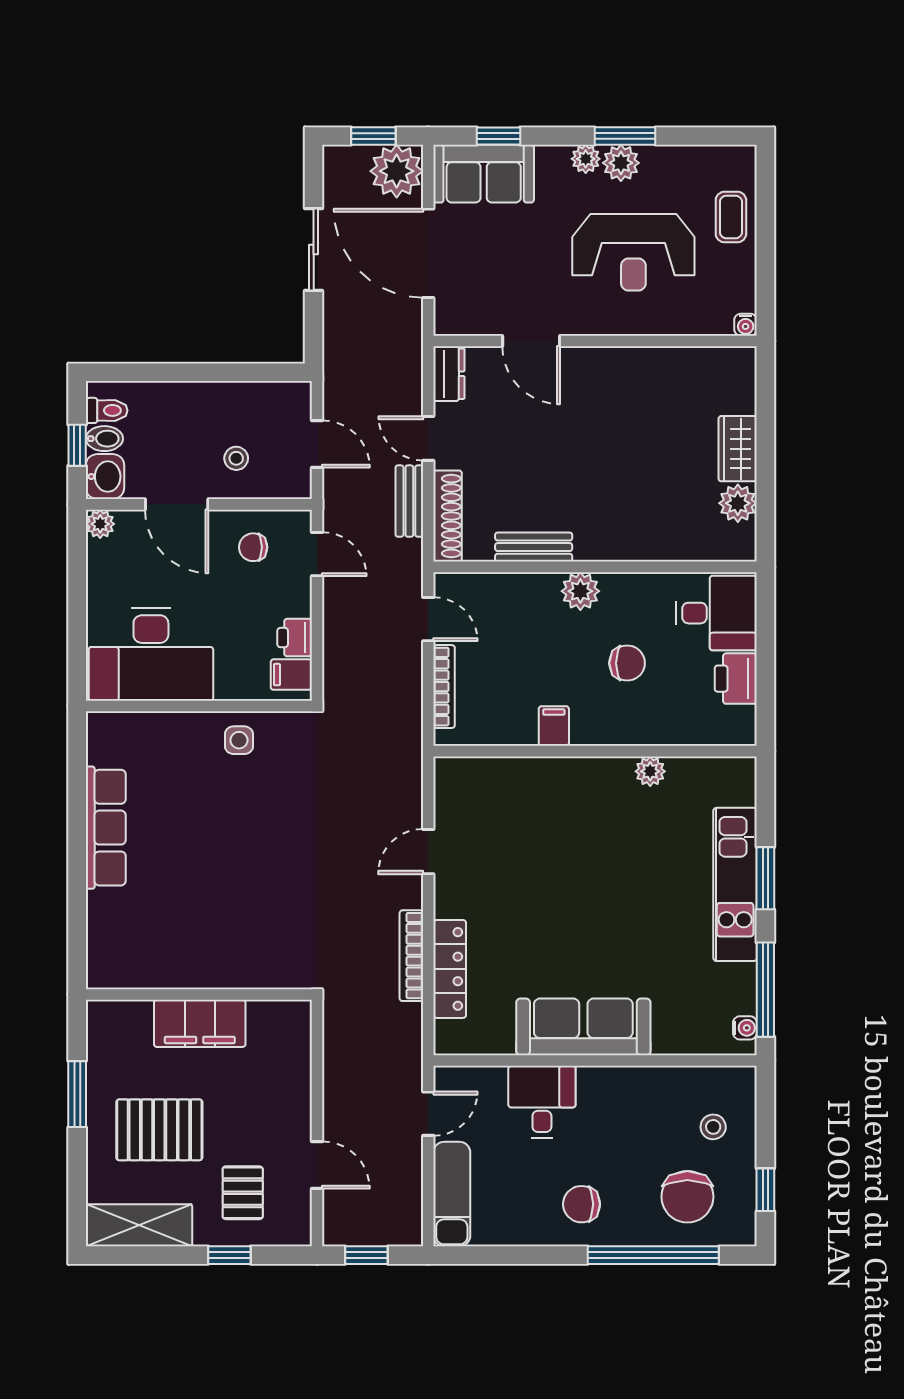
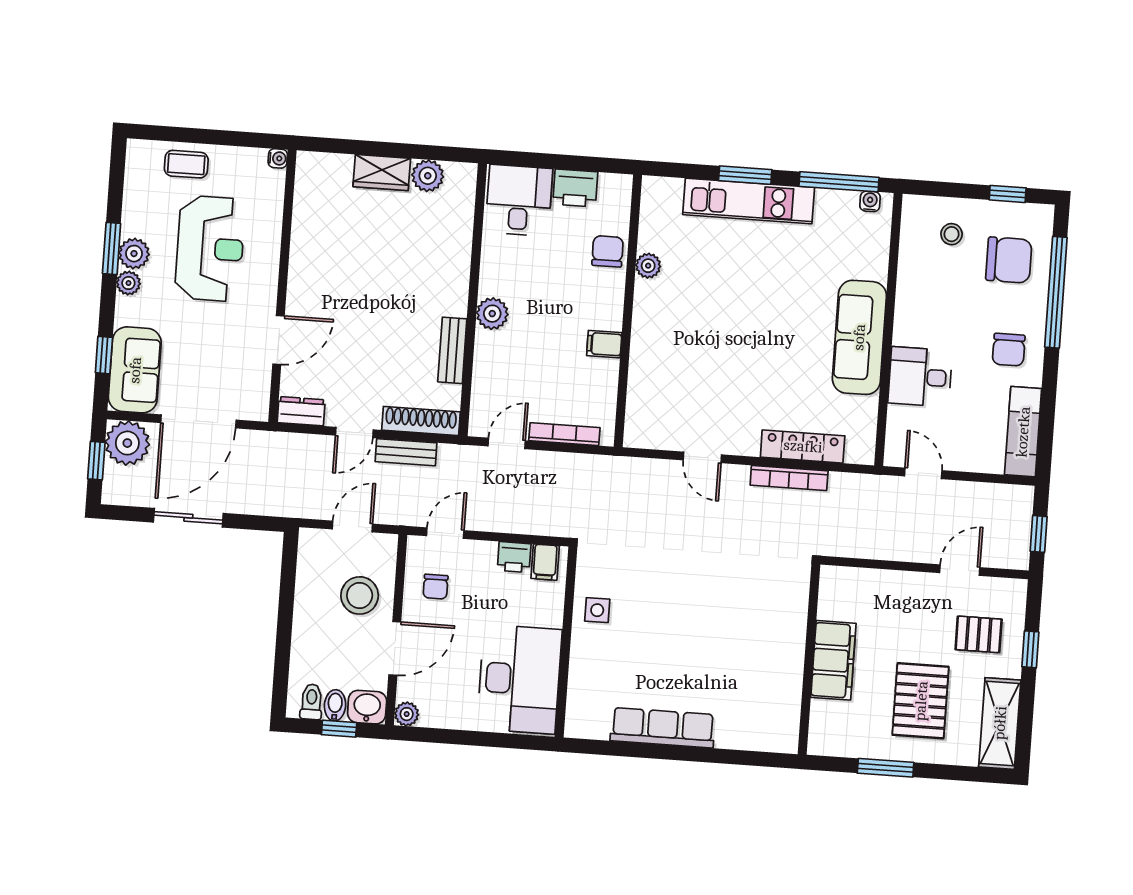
stool: (236, 458) -> (360, 595), width x1.89, depth x1.89
chair: (627, 663) -> (608, 251), moved
exam couch: (452, 1194) -> (1023, 432), moved, turned -90

